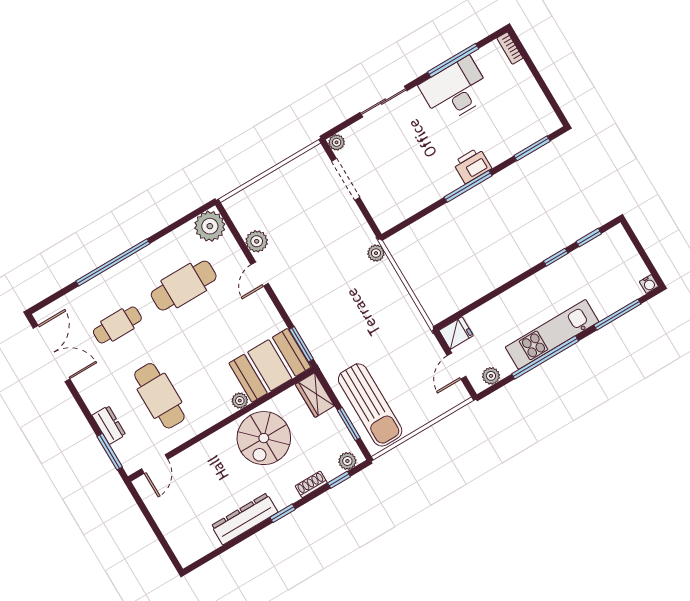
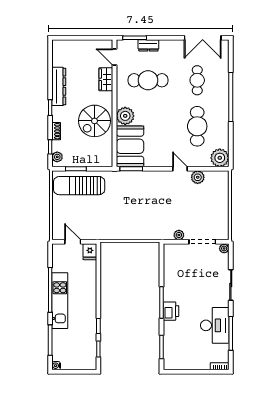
plant: (376, 253) -> (179, 235), moved
plant: (491, 376) -> (57, 257), removed
wardrobe: (315, 395) -> (106, 79), moved, turned -90
plant: (240, 401) -> (125, 116), width x1.88, depth x1.88
spiral stairs: (264, 438) -> (94, 121), turned -90

